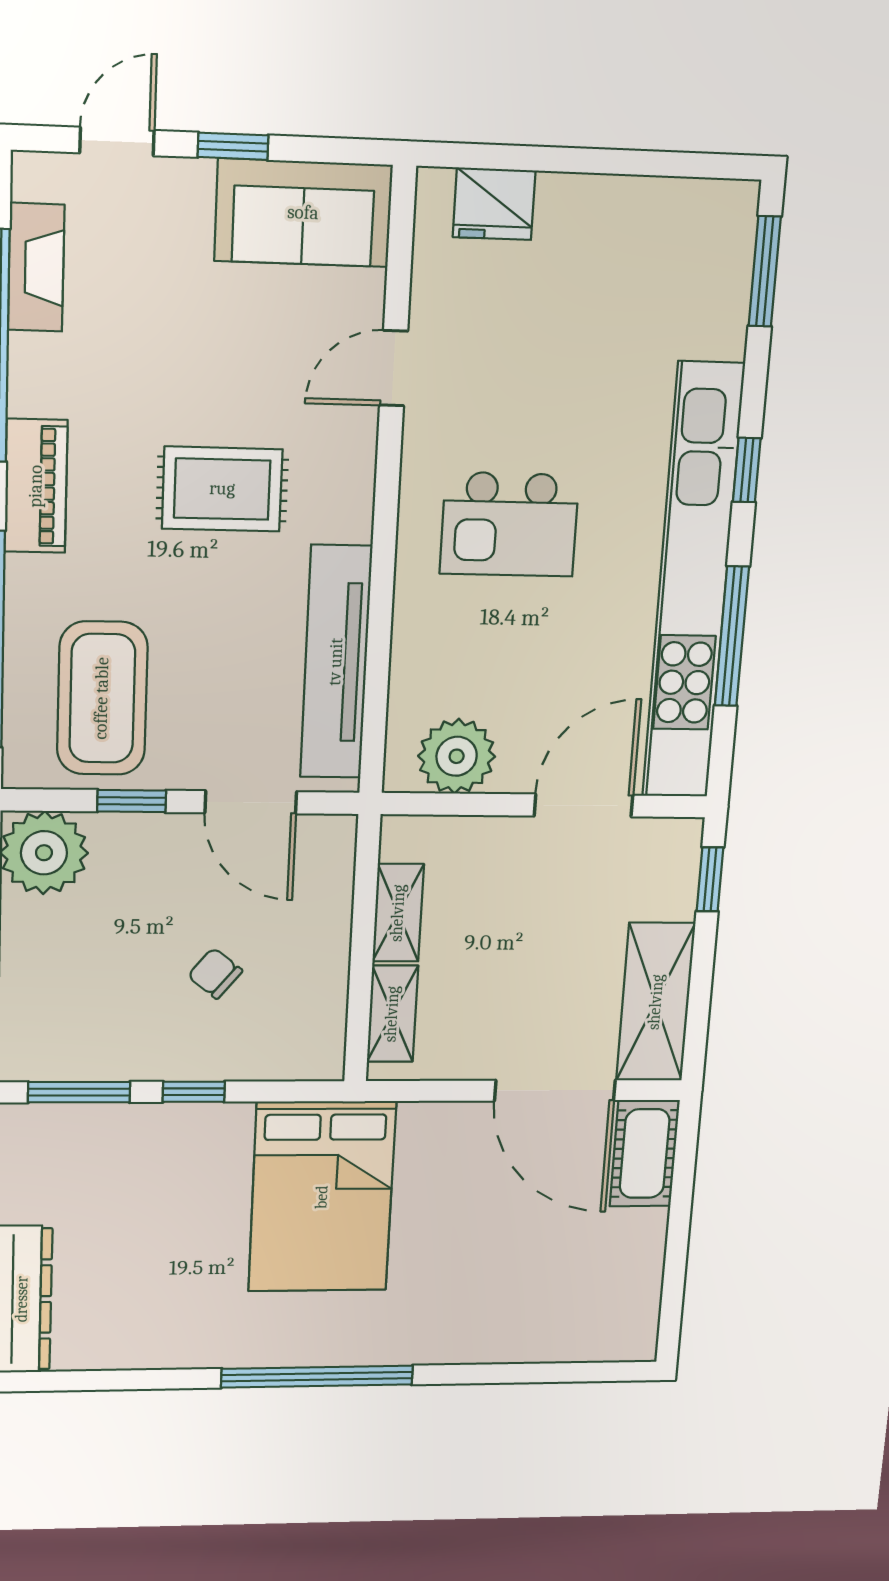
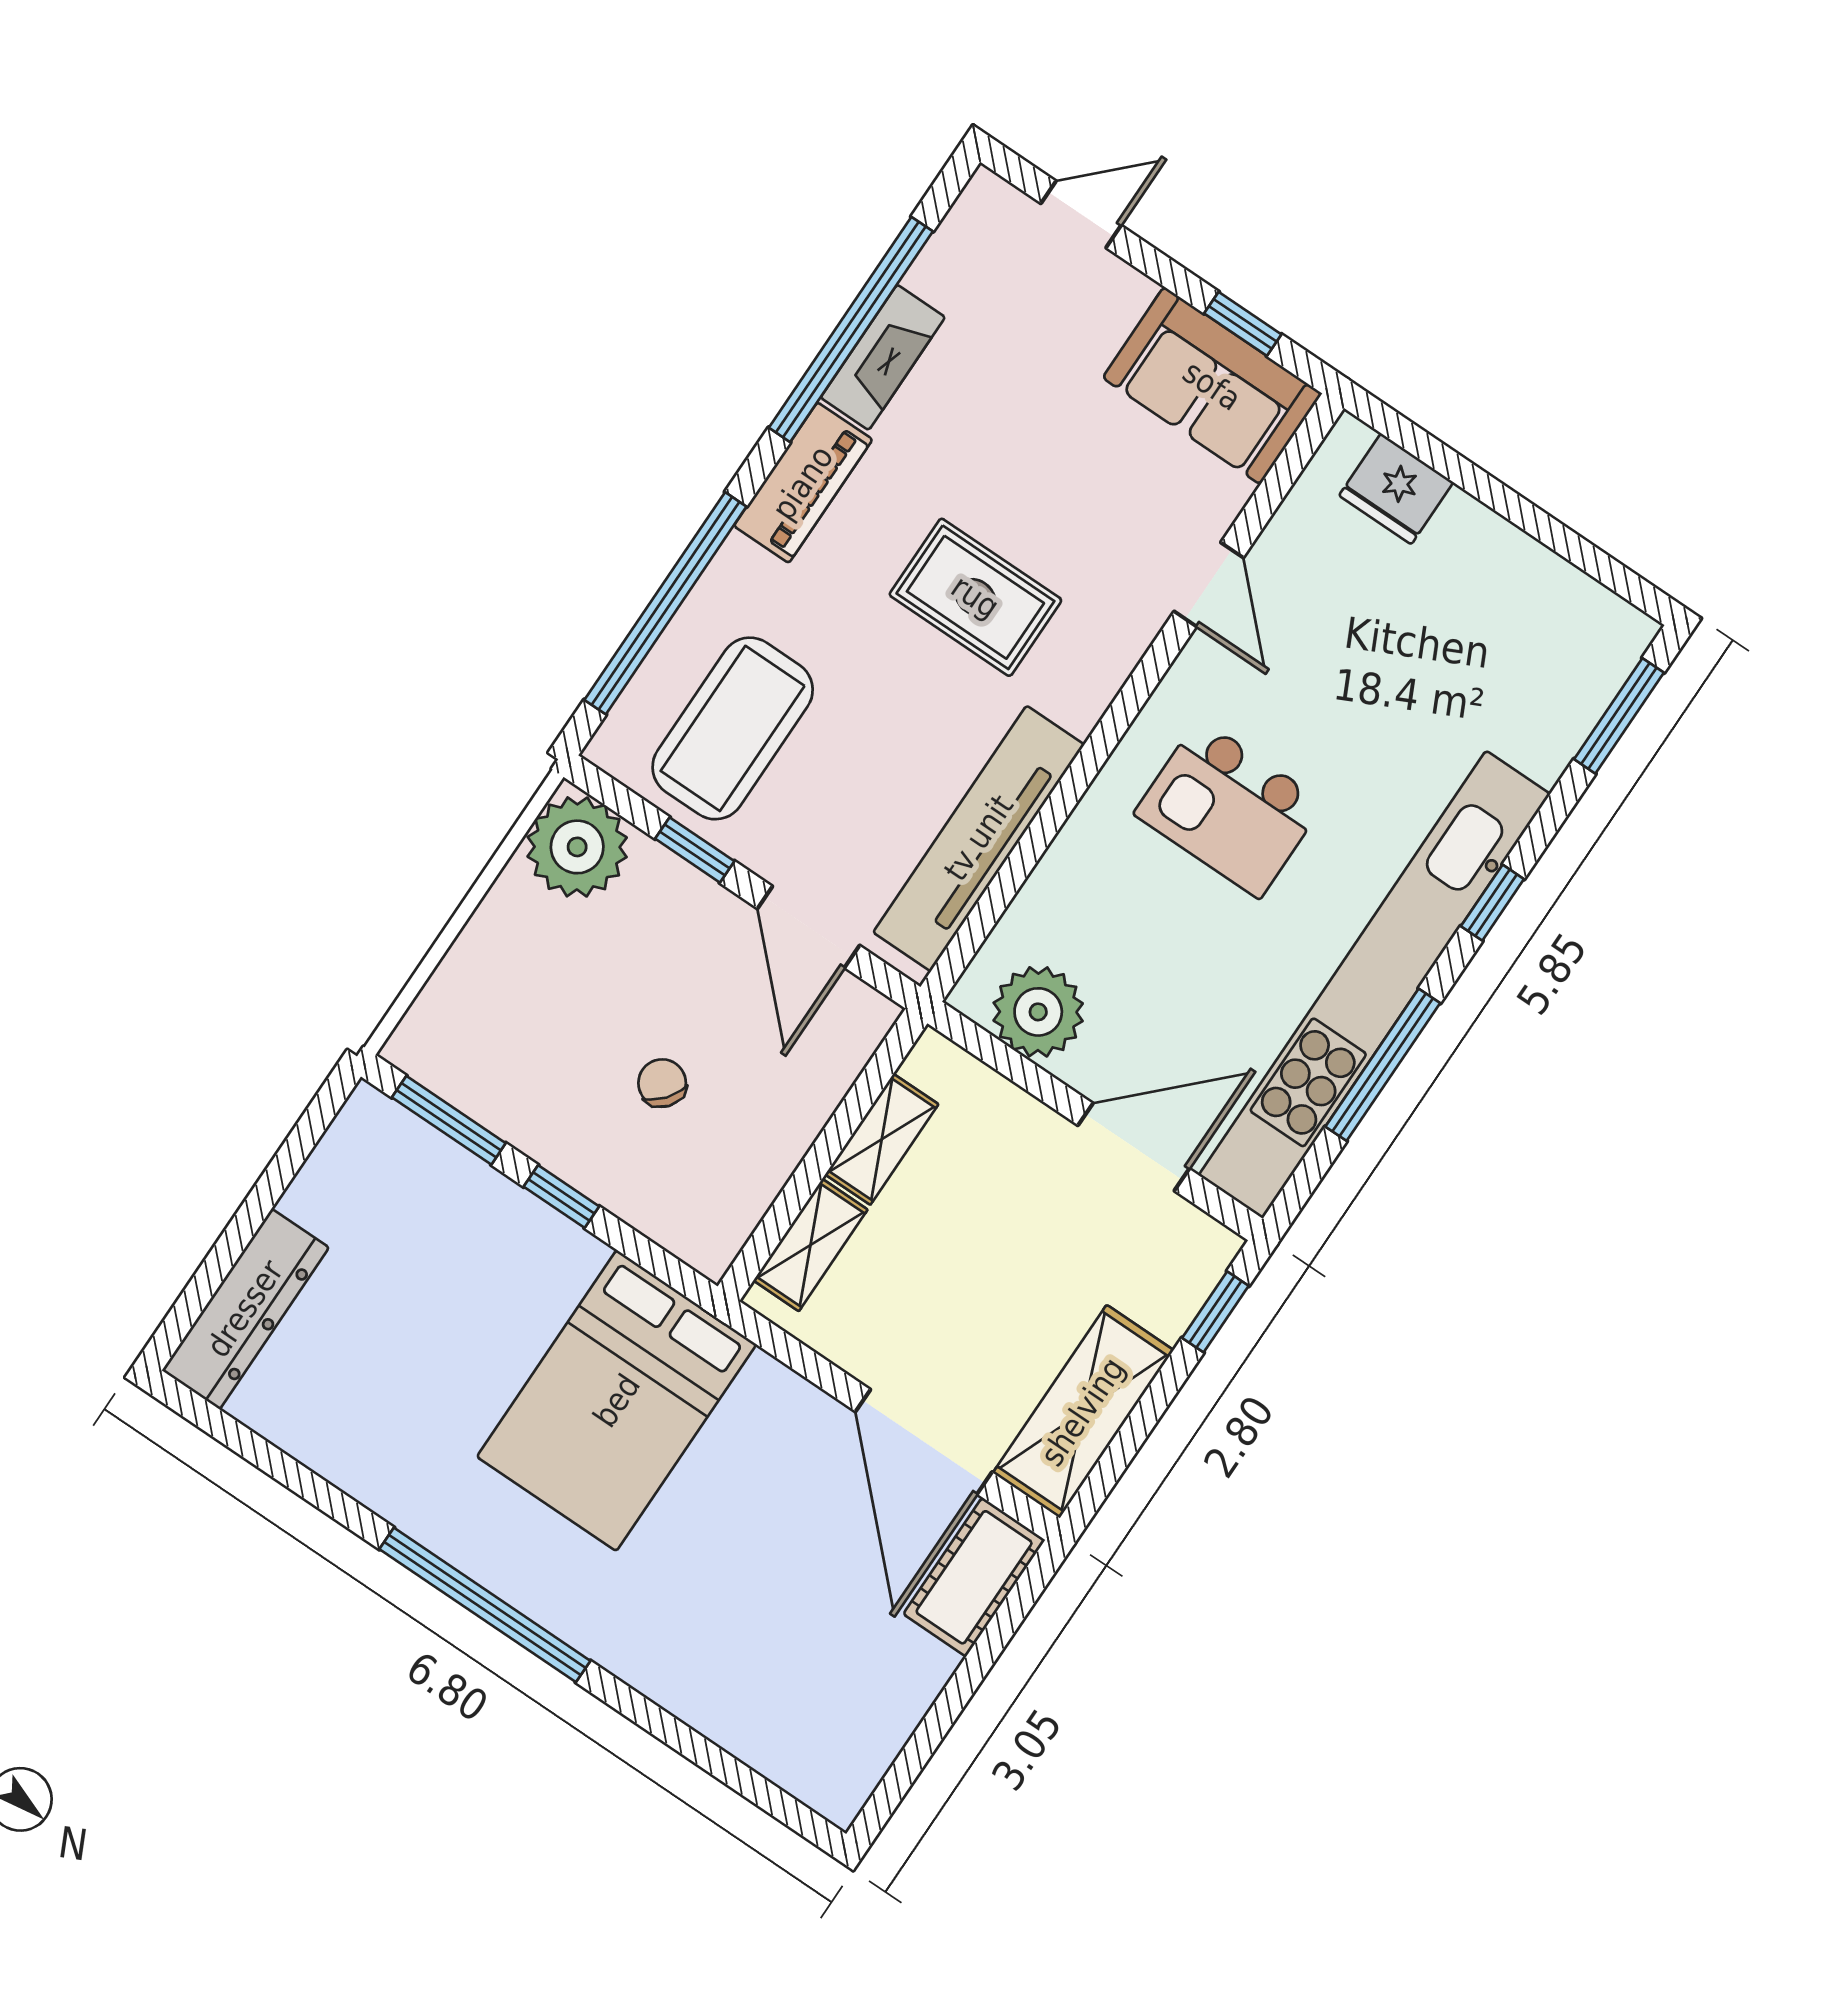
window: (233, 146) -> (1243, 324), moved
fireplace: (36, 267) -> (883, 357), moved
door: (394, 368) -> (1209, 584), swing flipped

